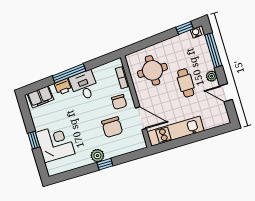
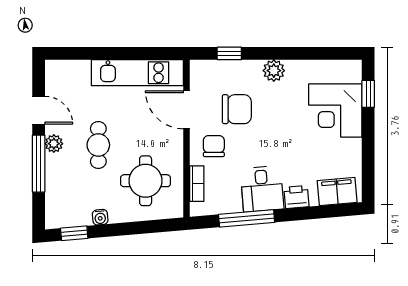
water cooler: (196, 32) -> (100, 217), moved
window: (213, 50) -> (39, 164), moved
window: (69, 73) -> (247, 218), moved
chair: (112, 127) -> (237, 109), turned 90
window: (34, 140) -> (368, 94), moved
window: (105, 164) -> (229, 53), moved

